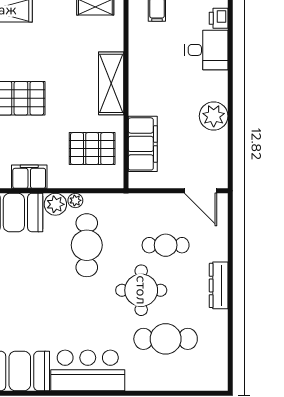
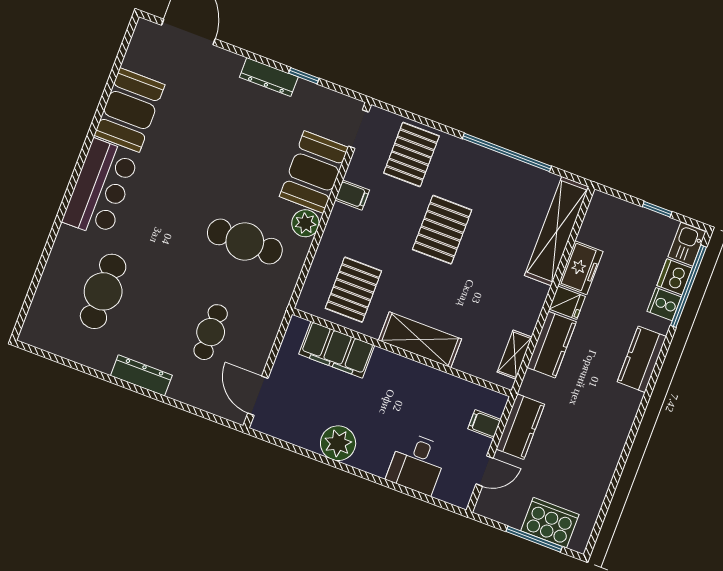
printer: (219, 18) -> (448, 491), removed
filing cabinet: (29, 177) -> (352, 195), width x0.50
door: (201, 191) -> (258, 396), hinge flipped
plant: (75, 200) -> (301, 248), removed
round table: (141, 290) -> (169, 284), removed

